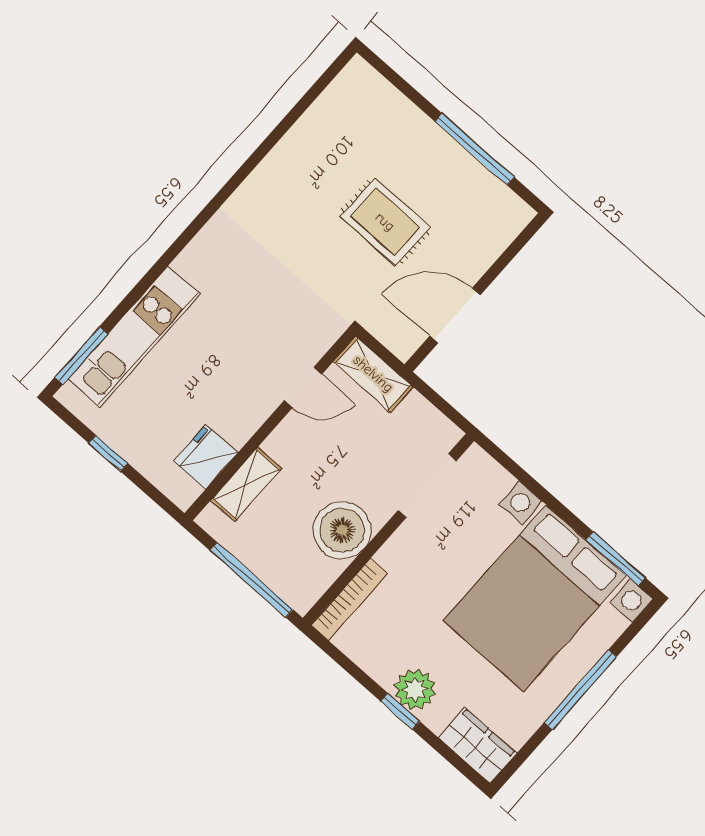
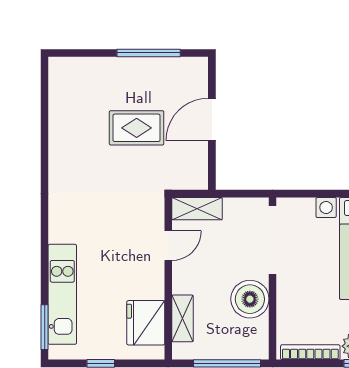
door: (455, 316) -> (212, 119), moved
fridge: (206, 457) -> (146, 323), width x1.36, depth x1.34
doorway: (427, 486) -> (273, 240), width x1.36
bookcase: (349, 599) -> (310, 352), moved, turned -90

